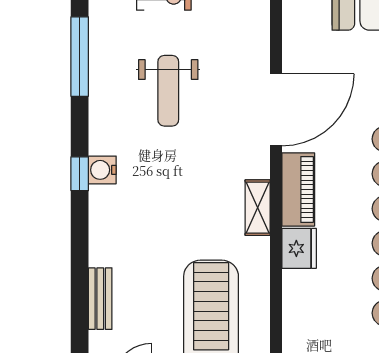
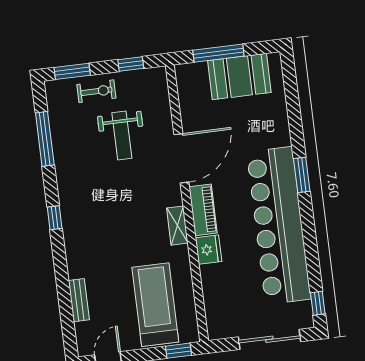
weight bench: (168, 91) -> (122, 136), moved
water cooler: (102, 170) -> (70, 213), removed

